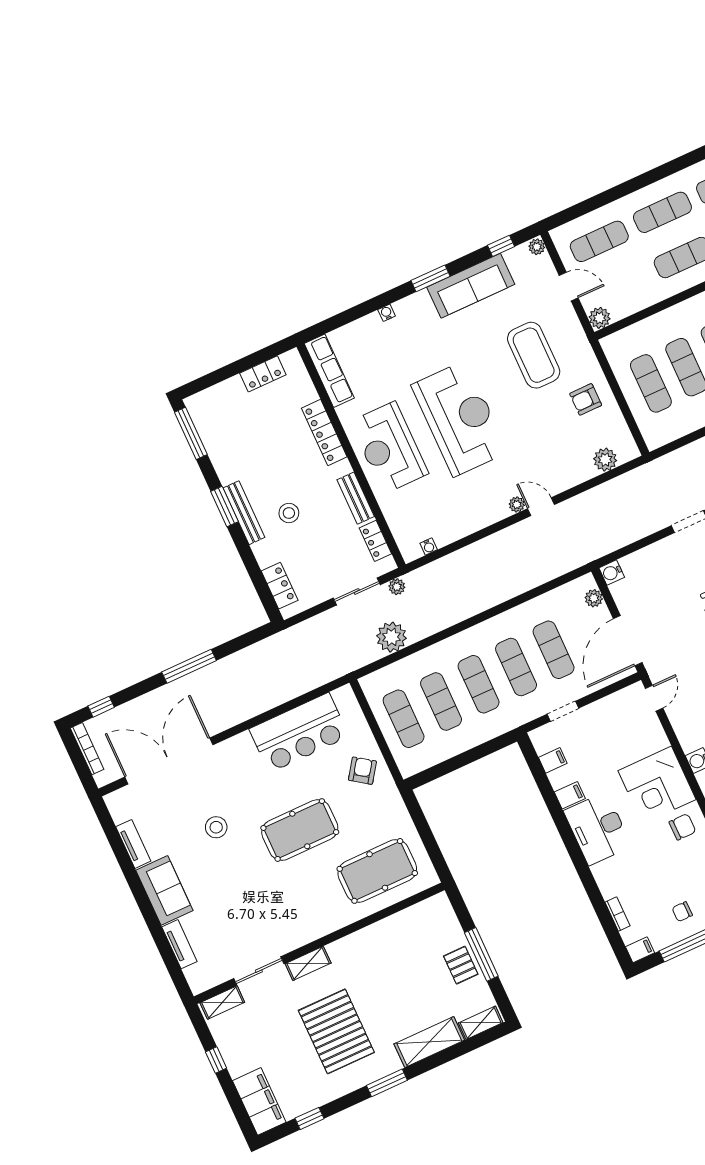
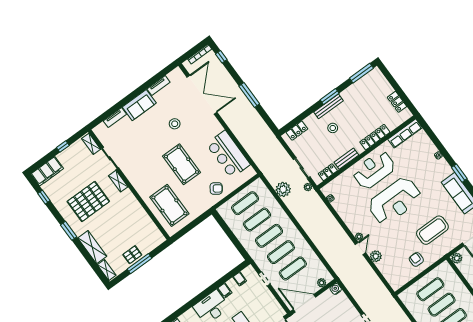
plant: (605, 460) -> (376, 256), moved

